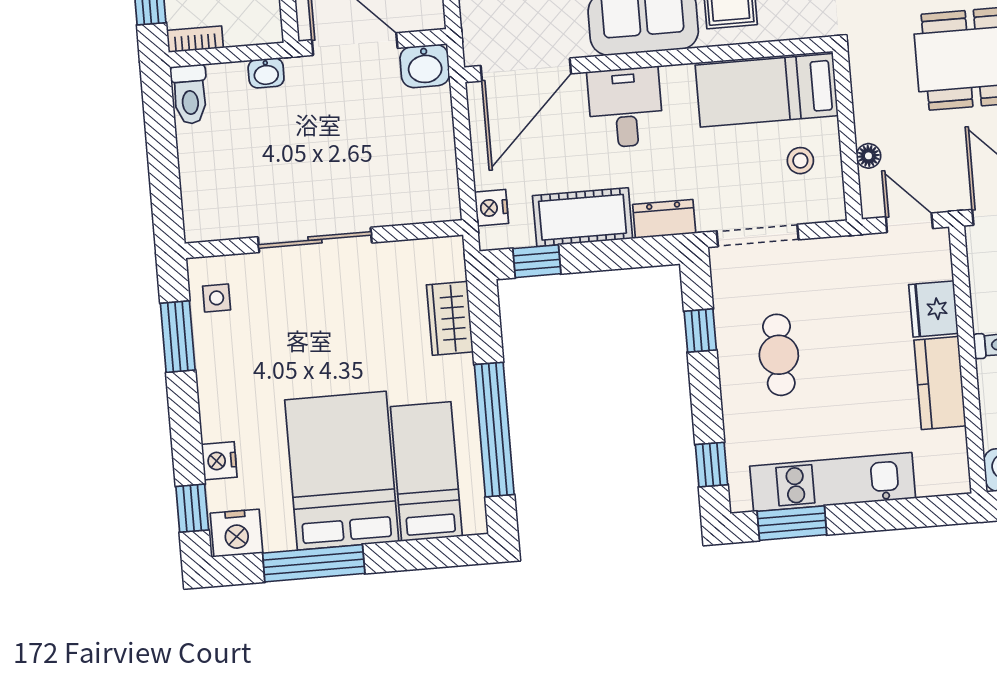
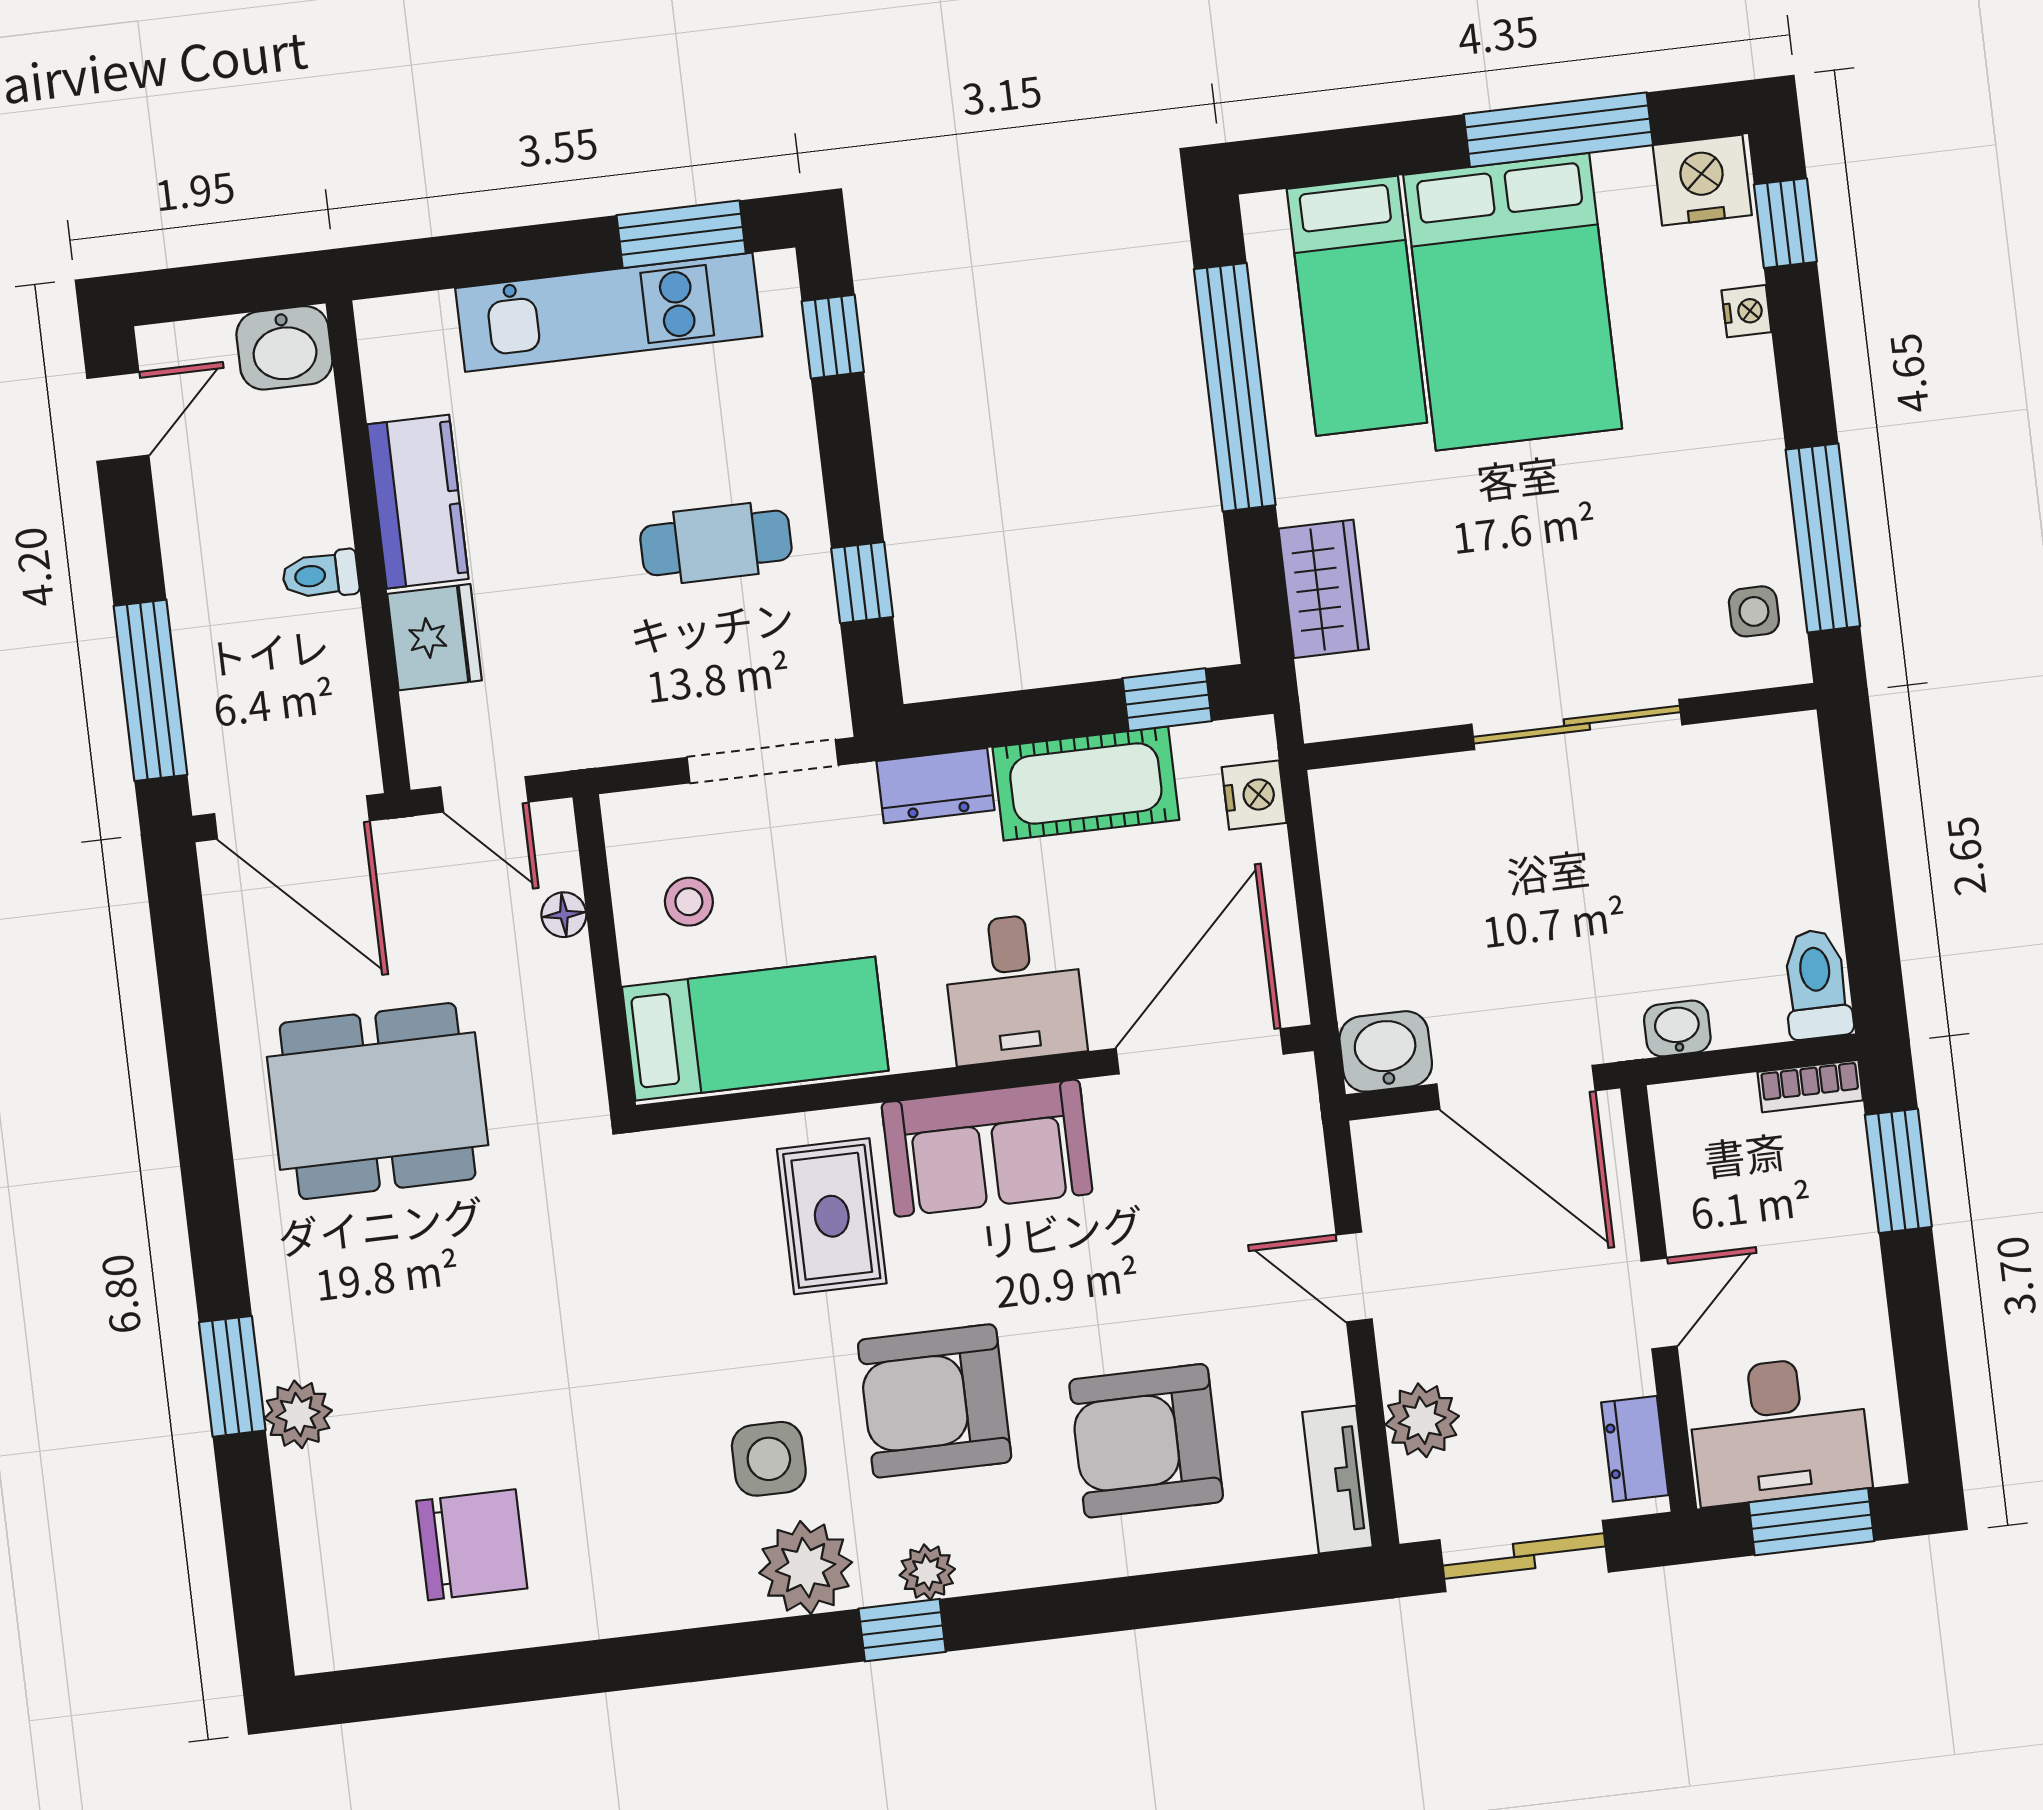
window: (178, 337) -> (1823, 538), width x1.44
cafe table: (779, 355) -> (716, 543), turned 90
nightstand: (219, 461) -> (1746, 311), width x0.72, depth x0.74

